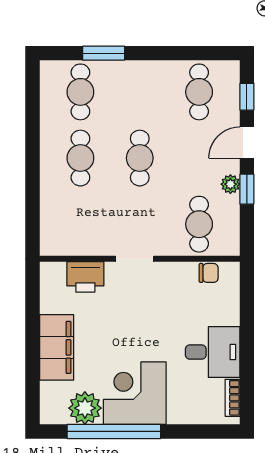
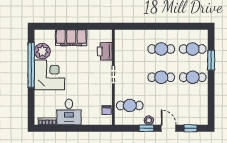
cafe table: (199, 92) -> (193, 77), moved

